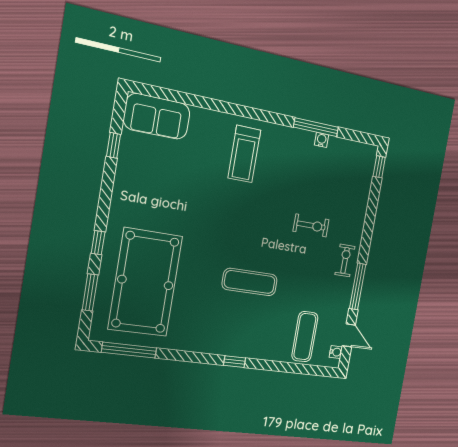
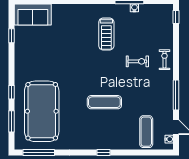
treadmill: (244, 154) -> (106, 34), moved
exercise bike: (345, 260) -> (164, 60), moved

